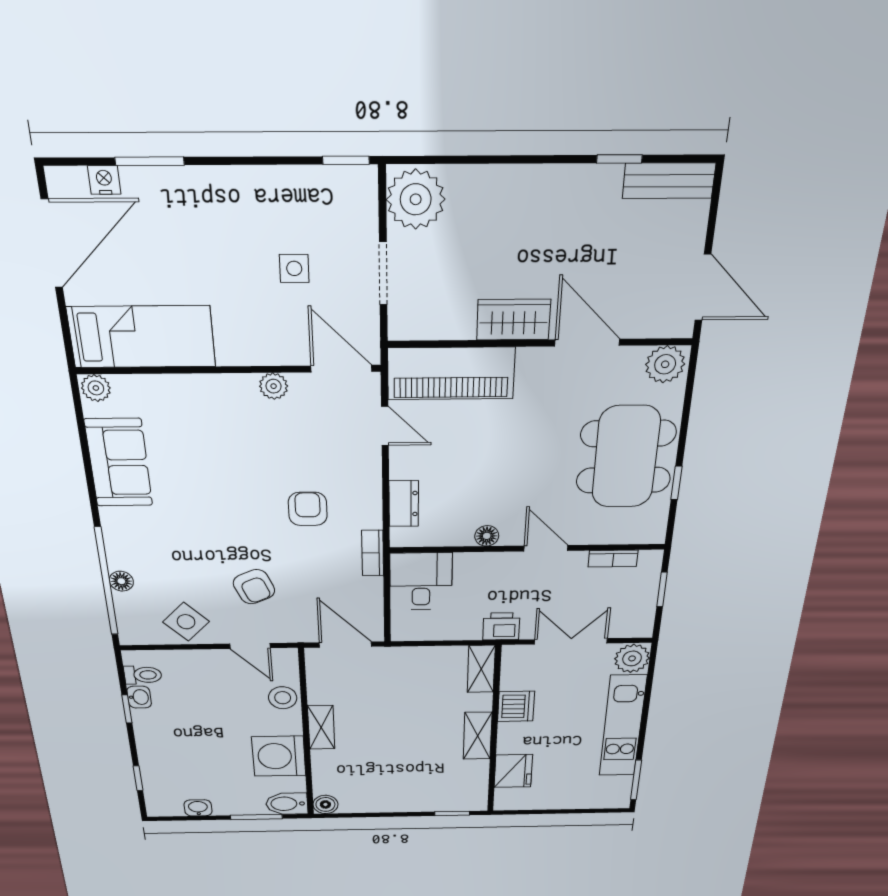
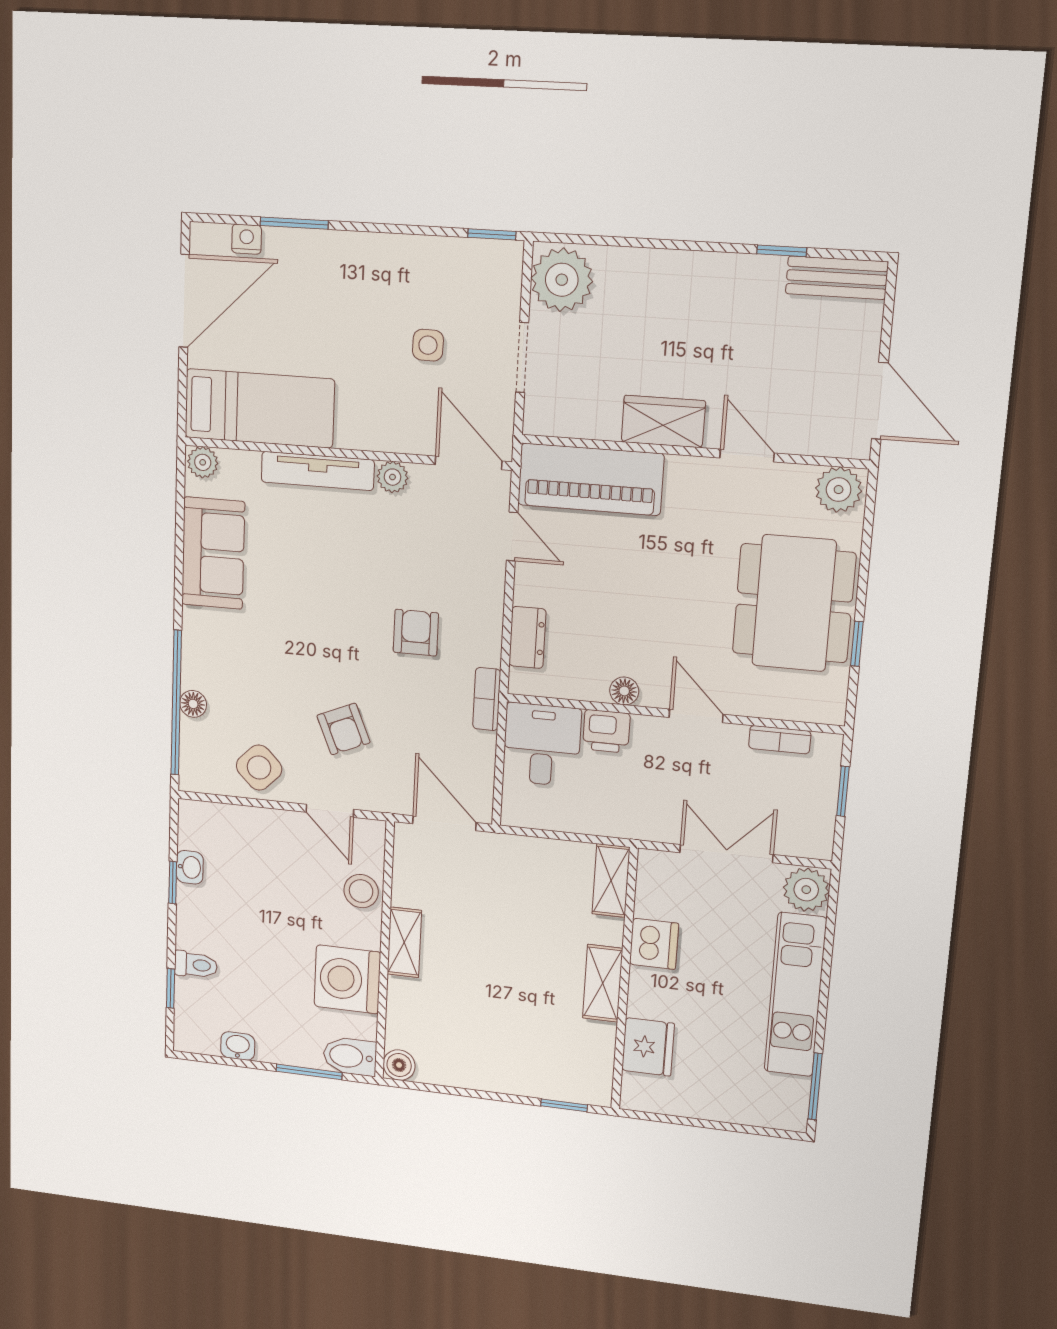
door: (587, 343) -> (747, 455), width x0.73
tv unit: (204, 387) -> (318, 471), added
printer: (501, 626) -> (606, 731), moved, turned 180
toilet: (143, 675) -> (196, 965), moved

